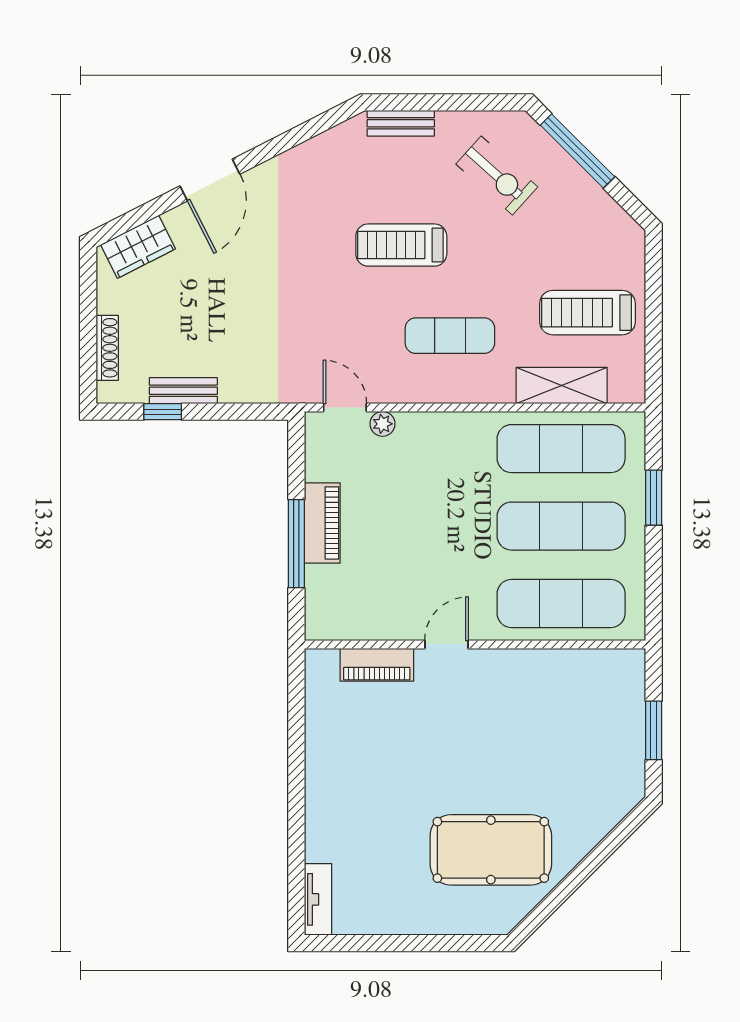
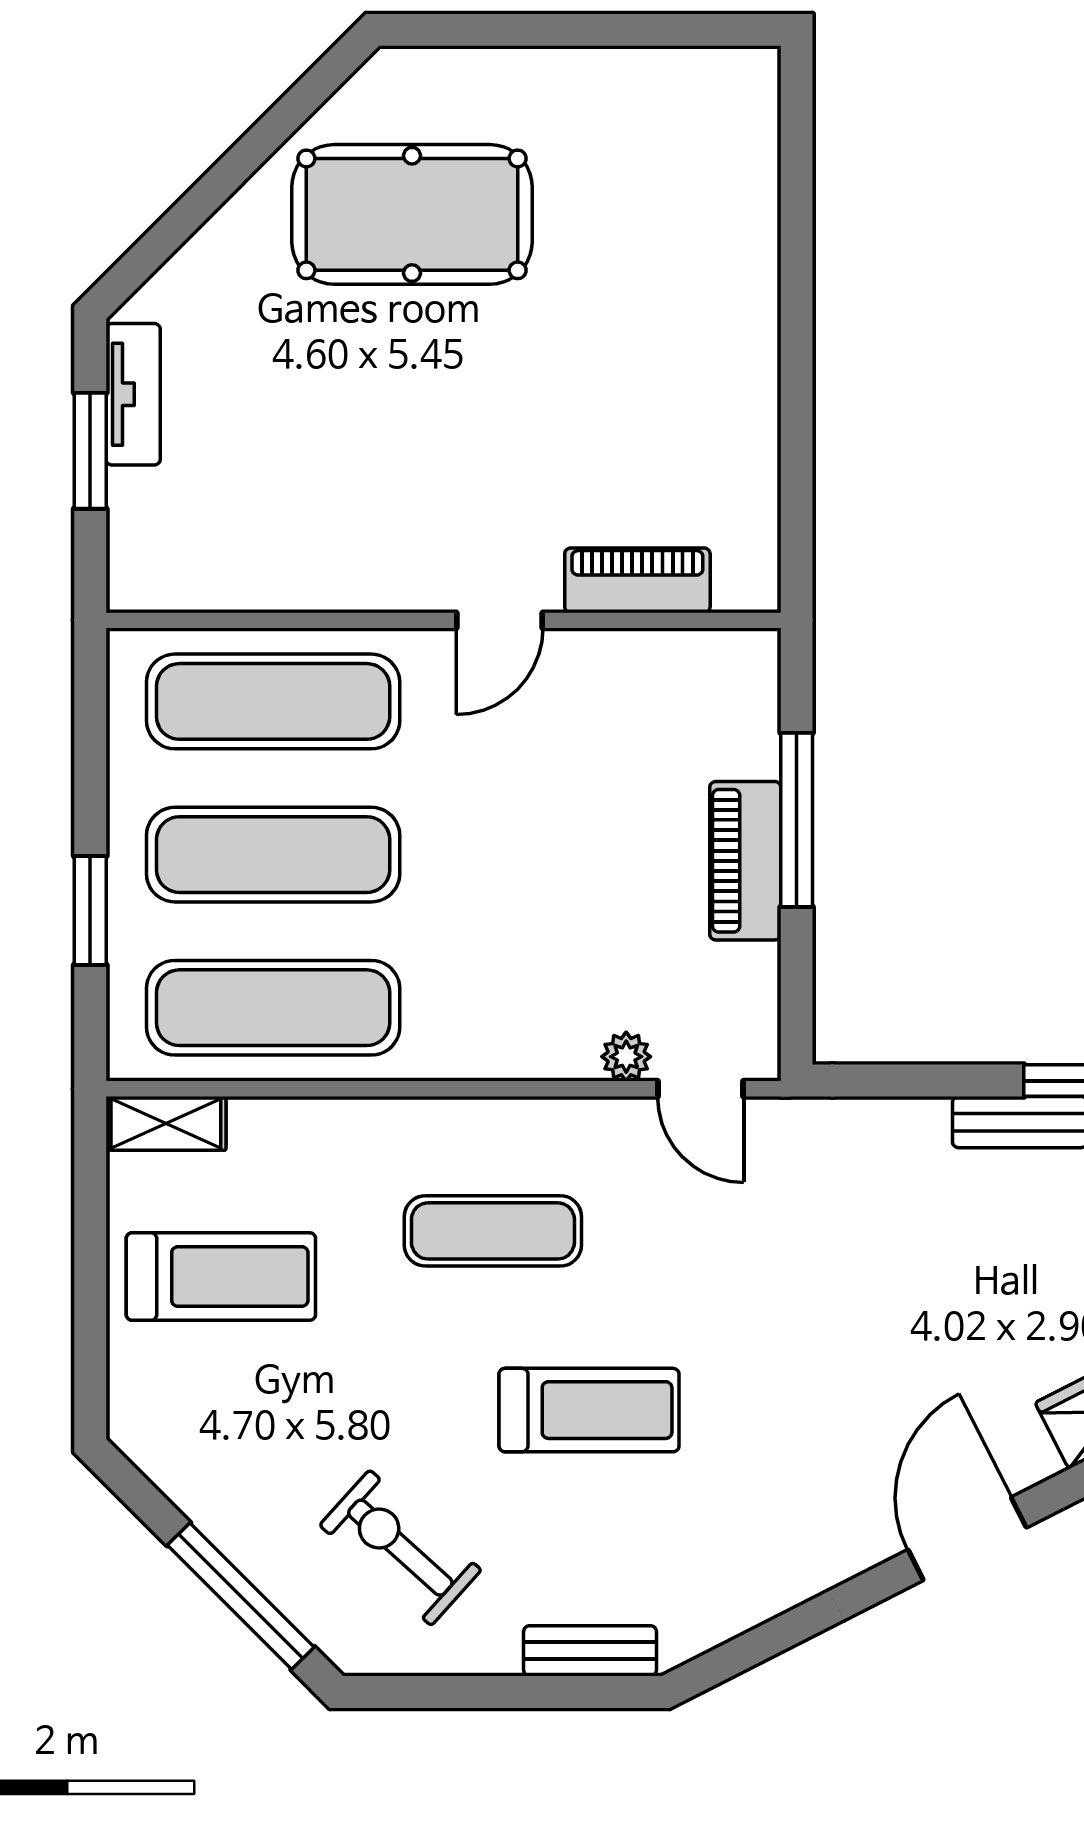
shelving: (562, 386) -> (166, 1123), moved, width x0.67, depth x0.75
tv unit: (318, 899) -> (133, 394), moved, turned 180

